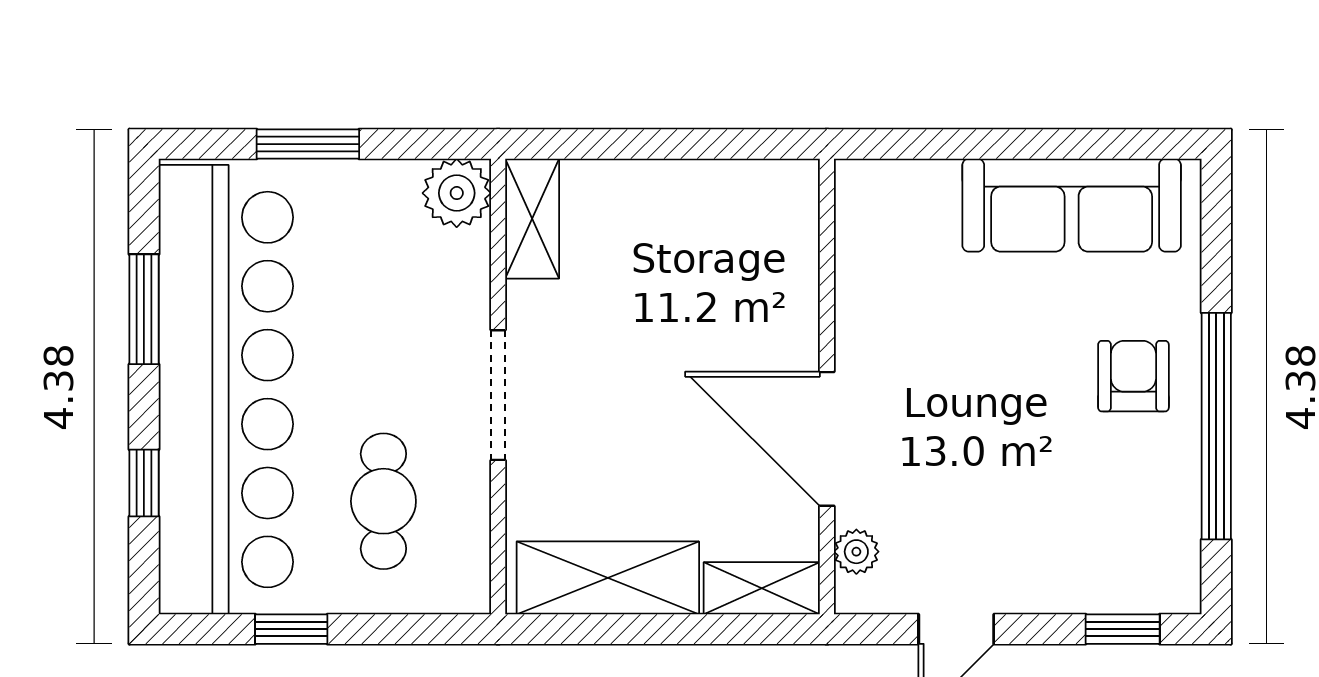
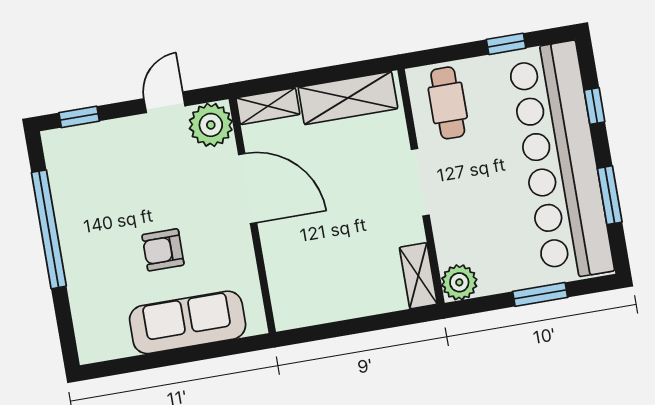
sofa: (1072, 205) -> (188, 322), moved
armchair: (1133, 376) -> (163, 250), moved, turned 90
cafe table: (383, 501) -> (448, 103), moved
plant: (856, 552) -> (211, 125), width x1.87, depth x1.87

